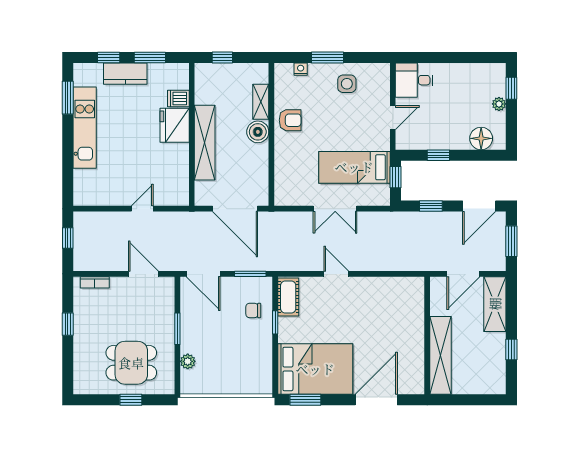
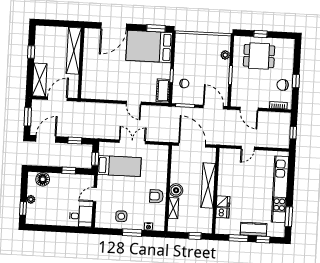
fridge: (175, 125) -> (223, 201), width x0.53, depth x0.75
kitchen unit: (85, 128) -> (280, 189), width x1.36
chair: (90, 317) -> (283, 85), added

